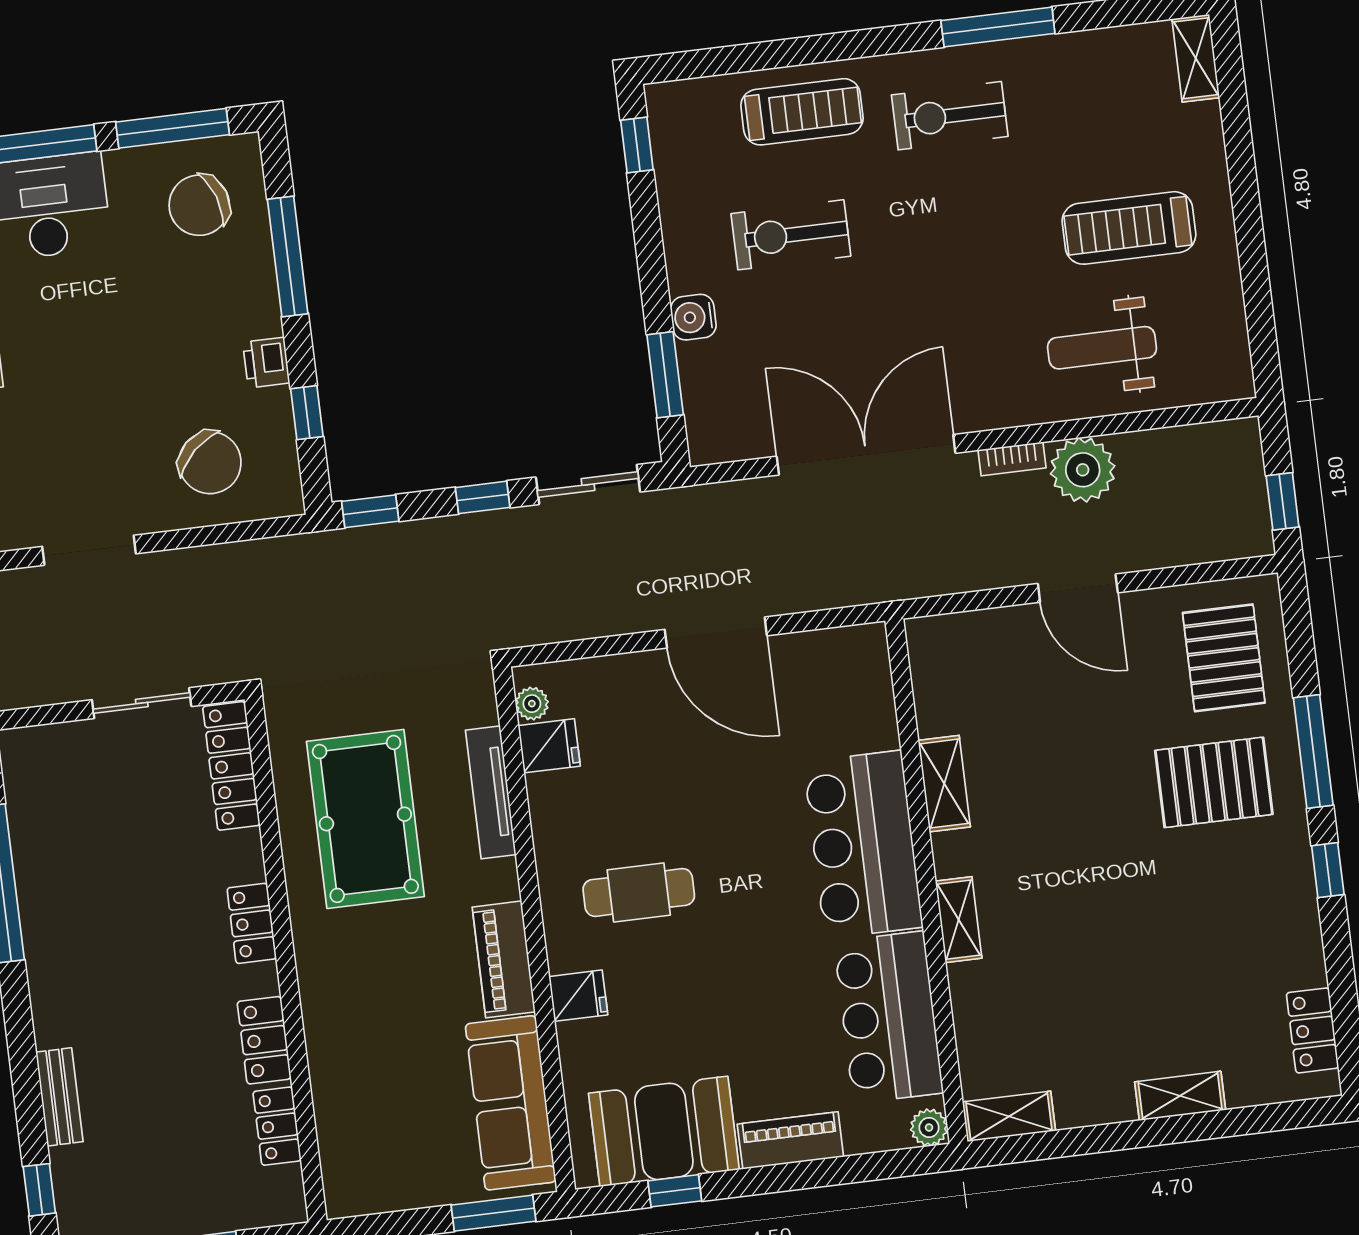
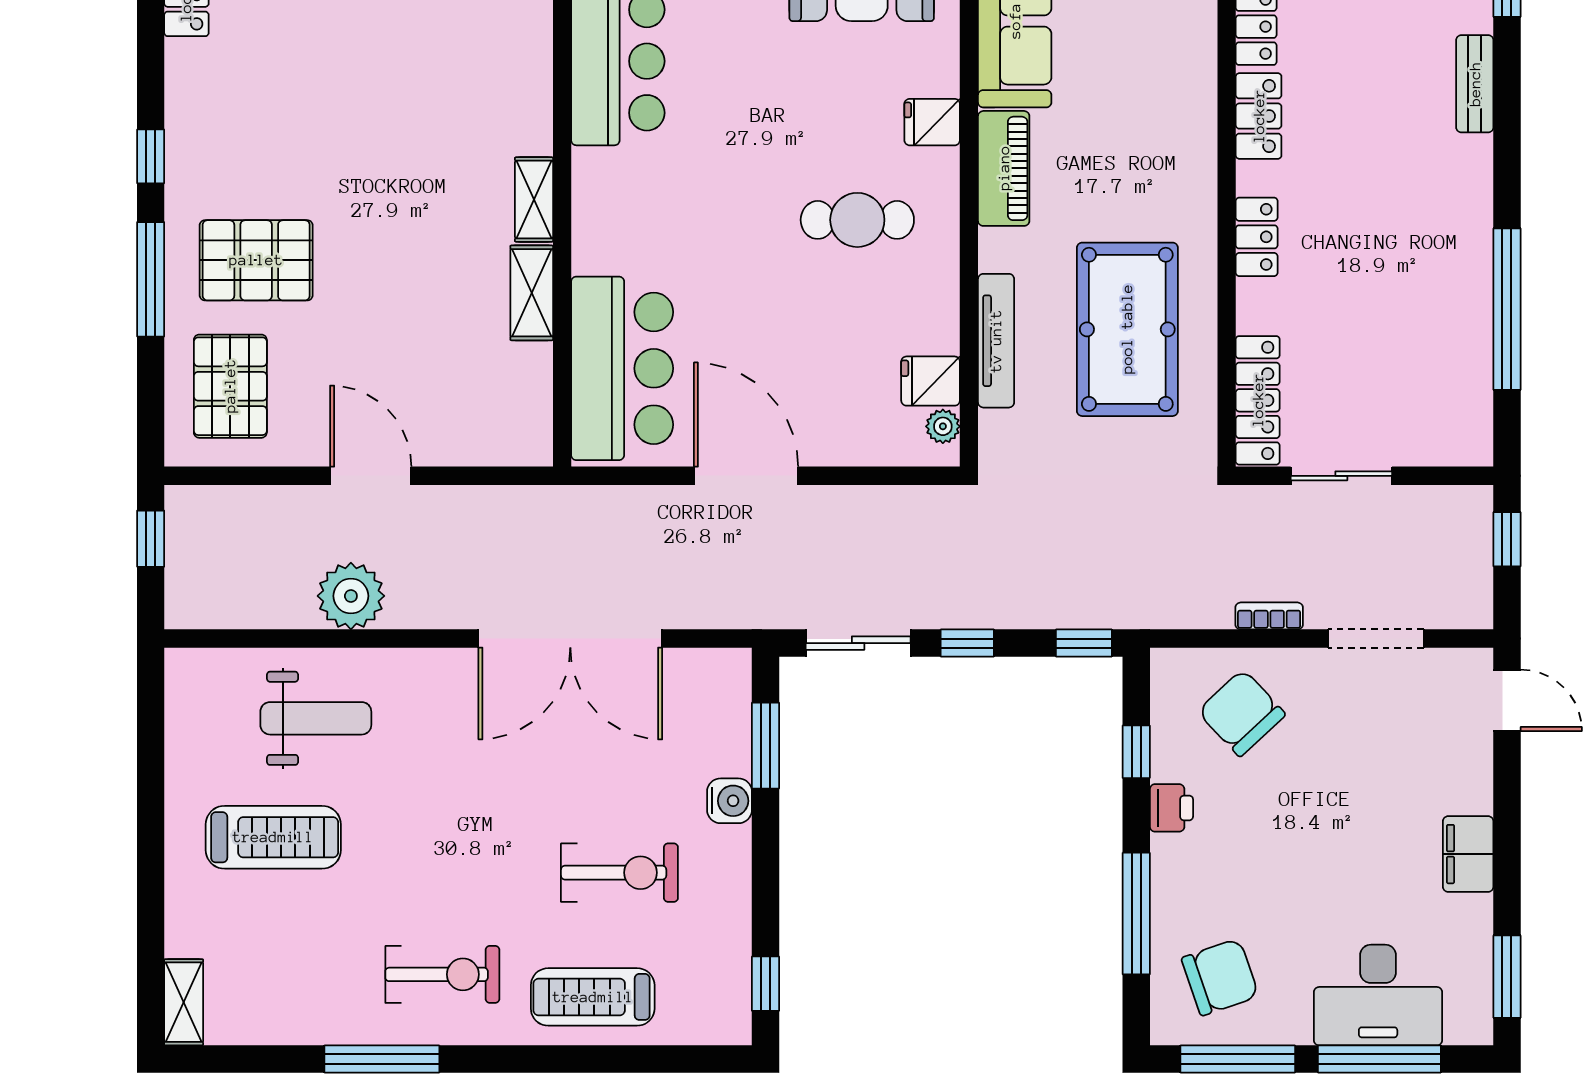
bookcase: (1012, 459) -> (1269, 616), moved
bar counter: (863, 845) -> (622, 368), moved
shelving: (959, 920) -> (534, 200), moved

